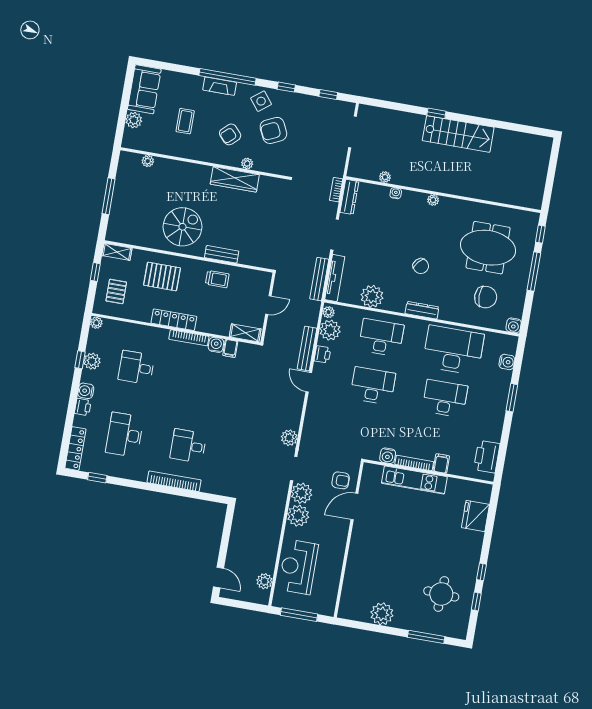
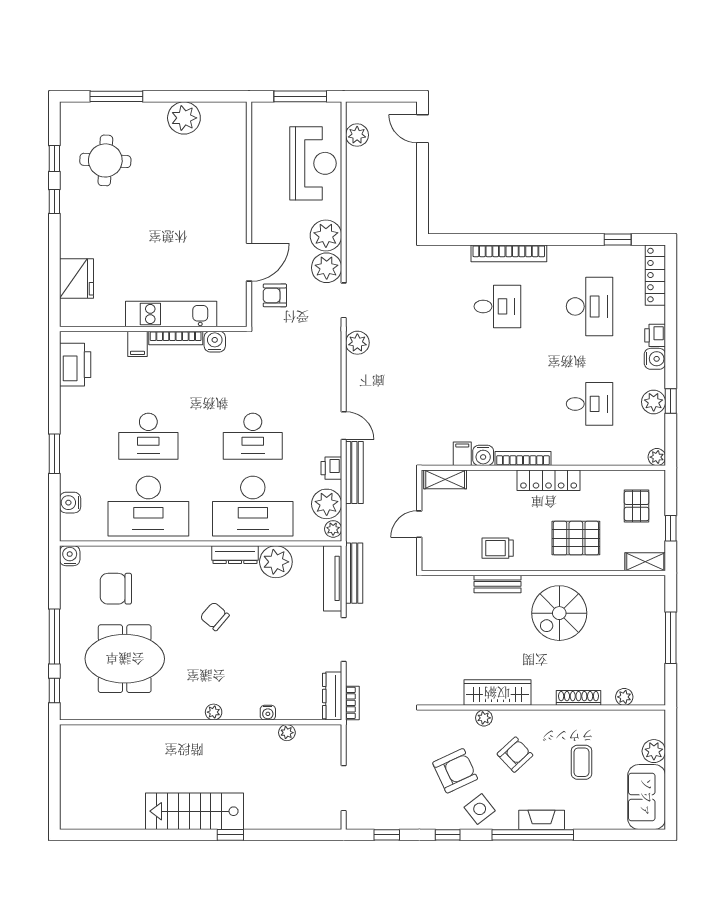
shoe rack: (179, 166) -> (579, 698), added
dresser: (422, 310) -> (235, 555), moved
desk: (381, 338) -> (253, 506), width x1.36, depth x1.30

